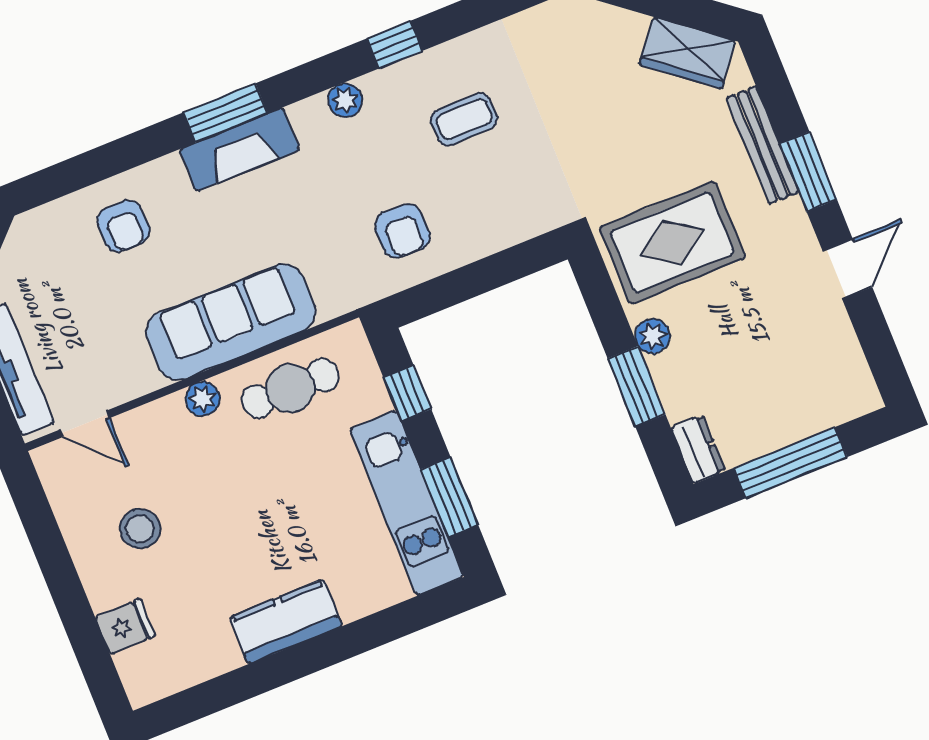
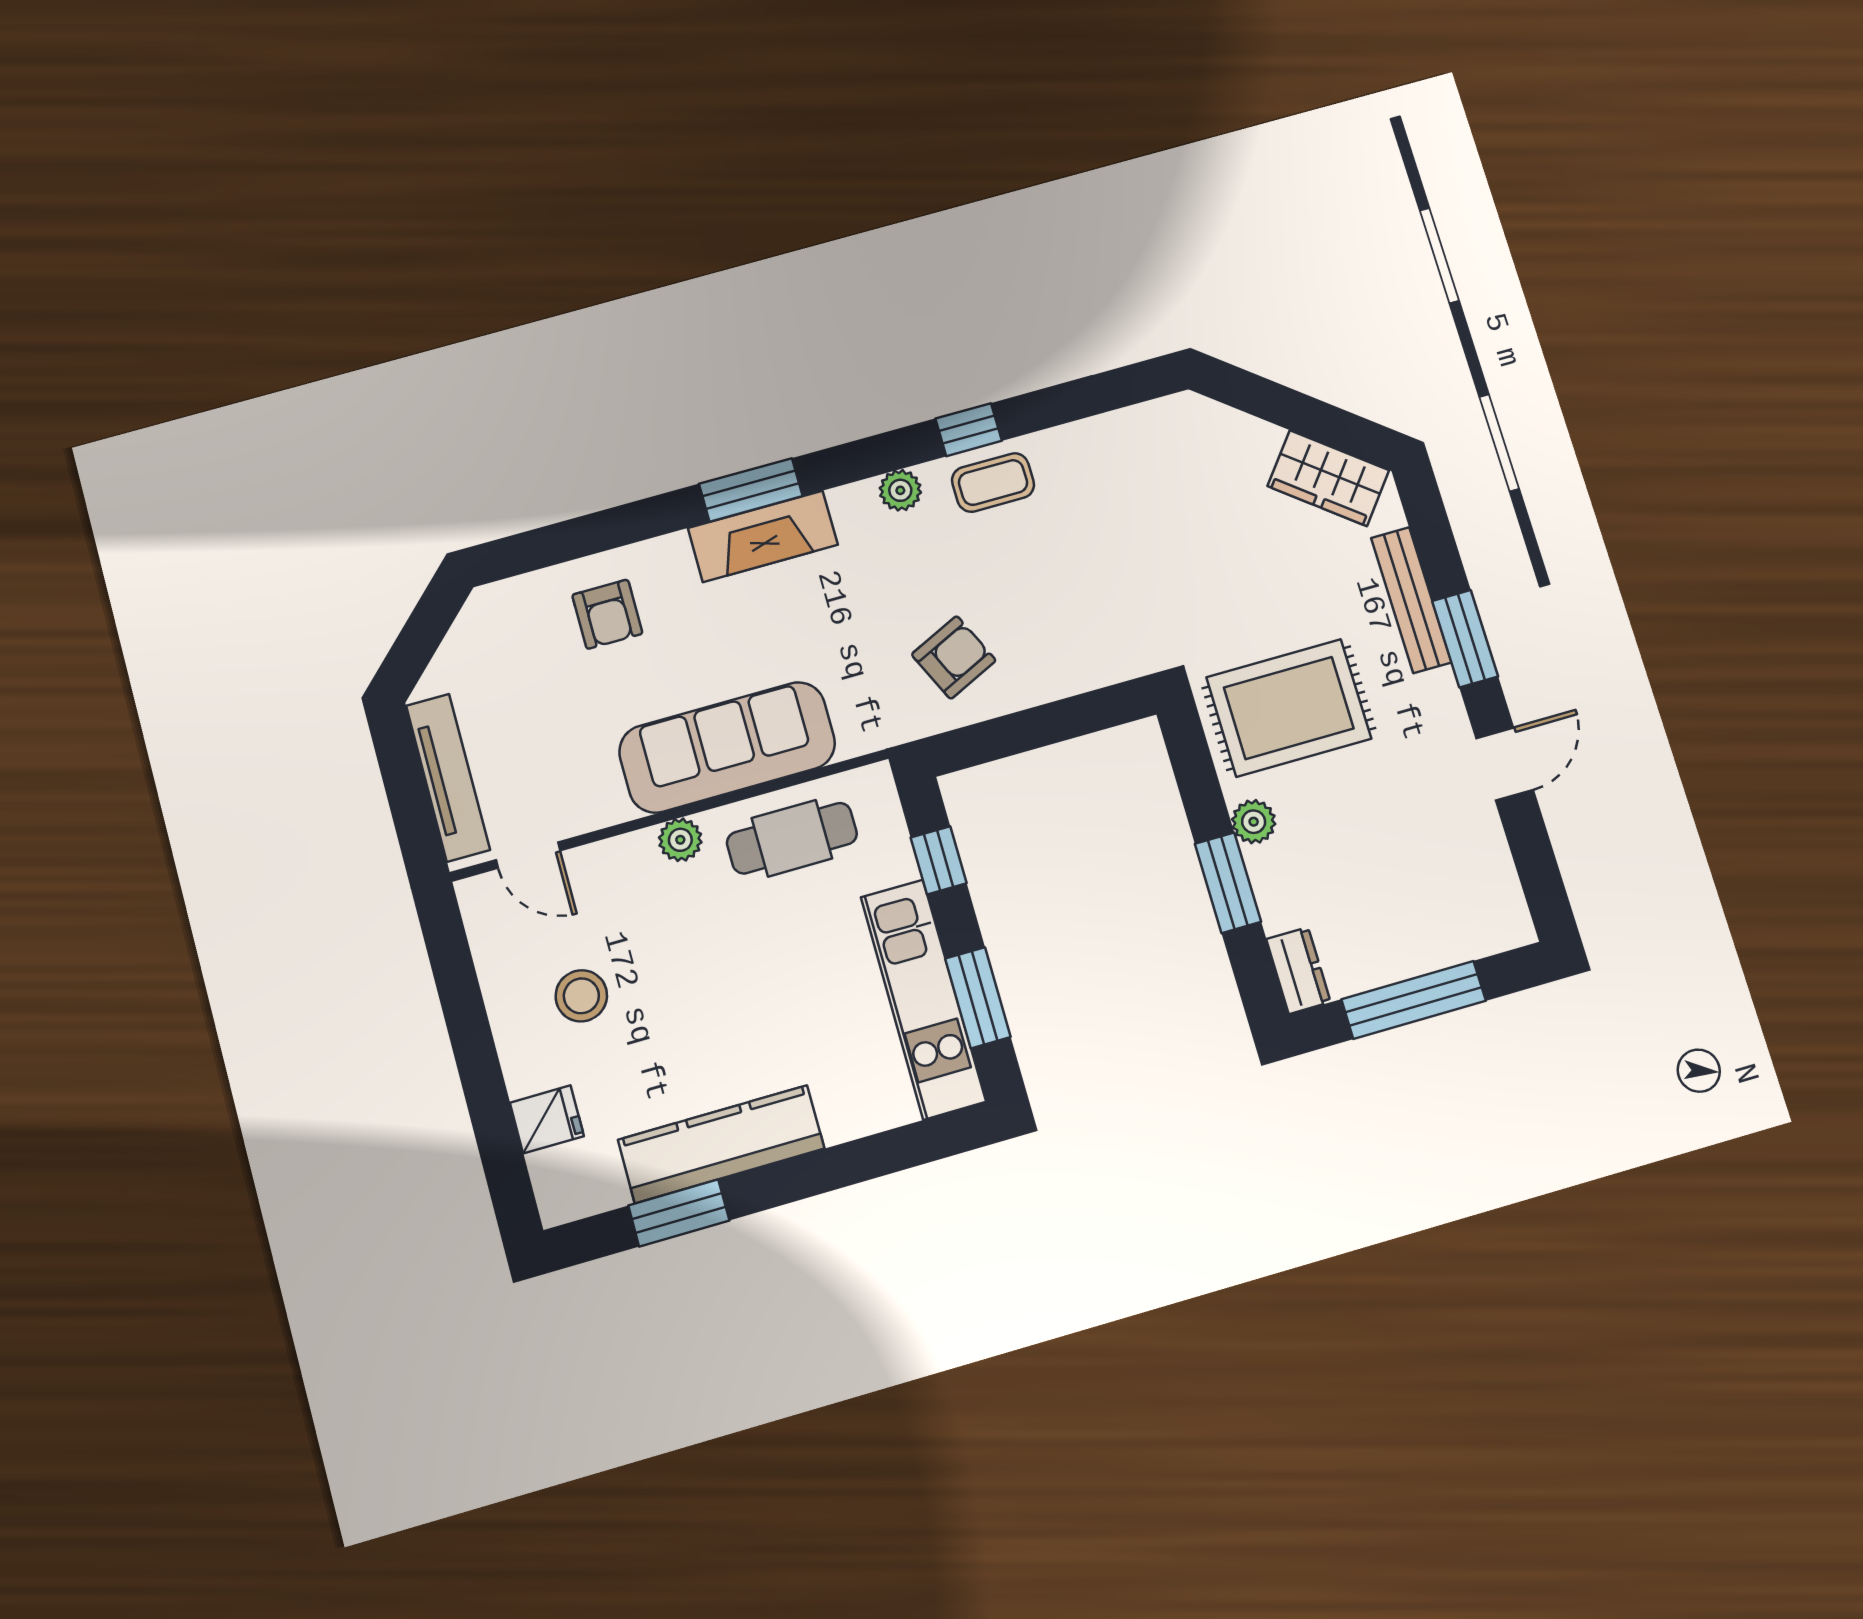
coffee table: (464, 119) -> (993, 483), moved
armchair: (402, 231) -> (954, 657), turned -115
kitchen counter: (286, 621) -> (721, 1144), width x1.50
window: (236, 687) -> (679, 1213), added

